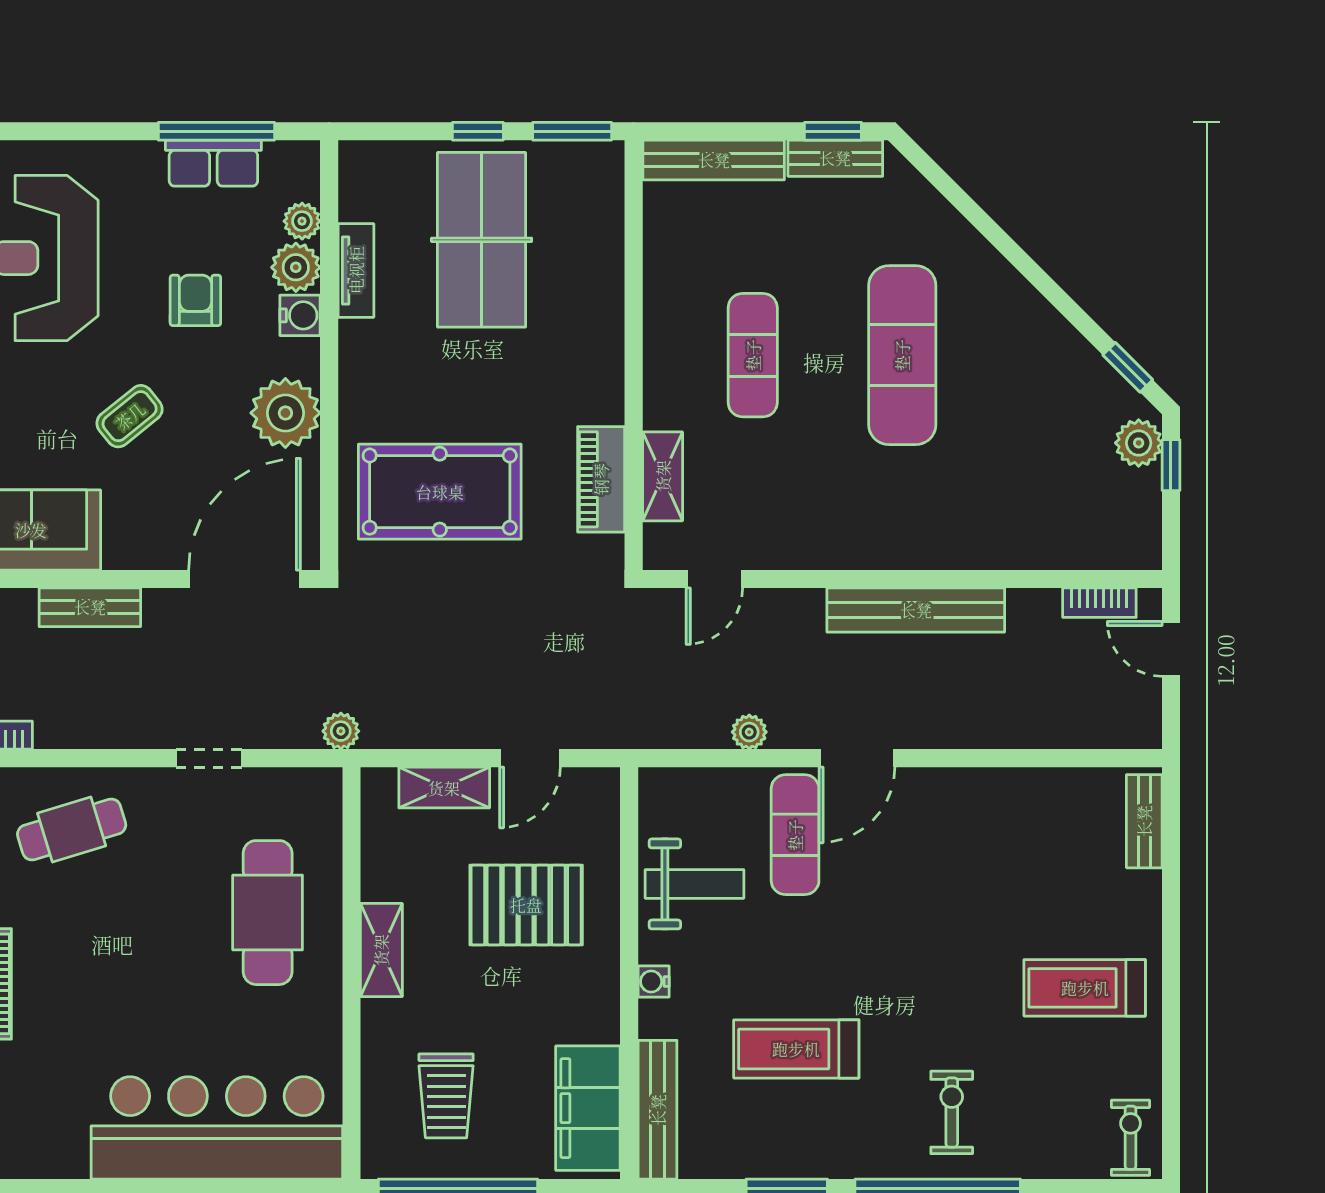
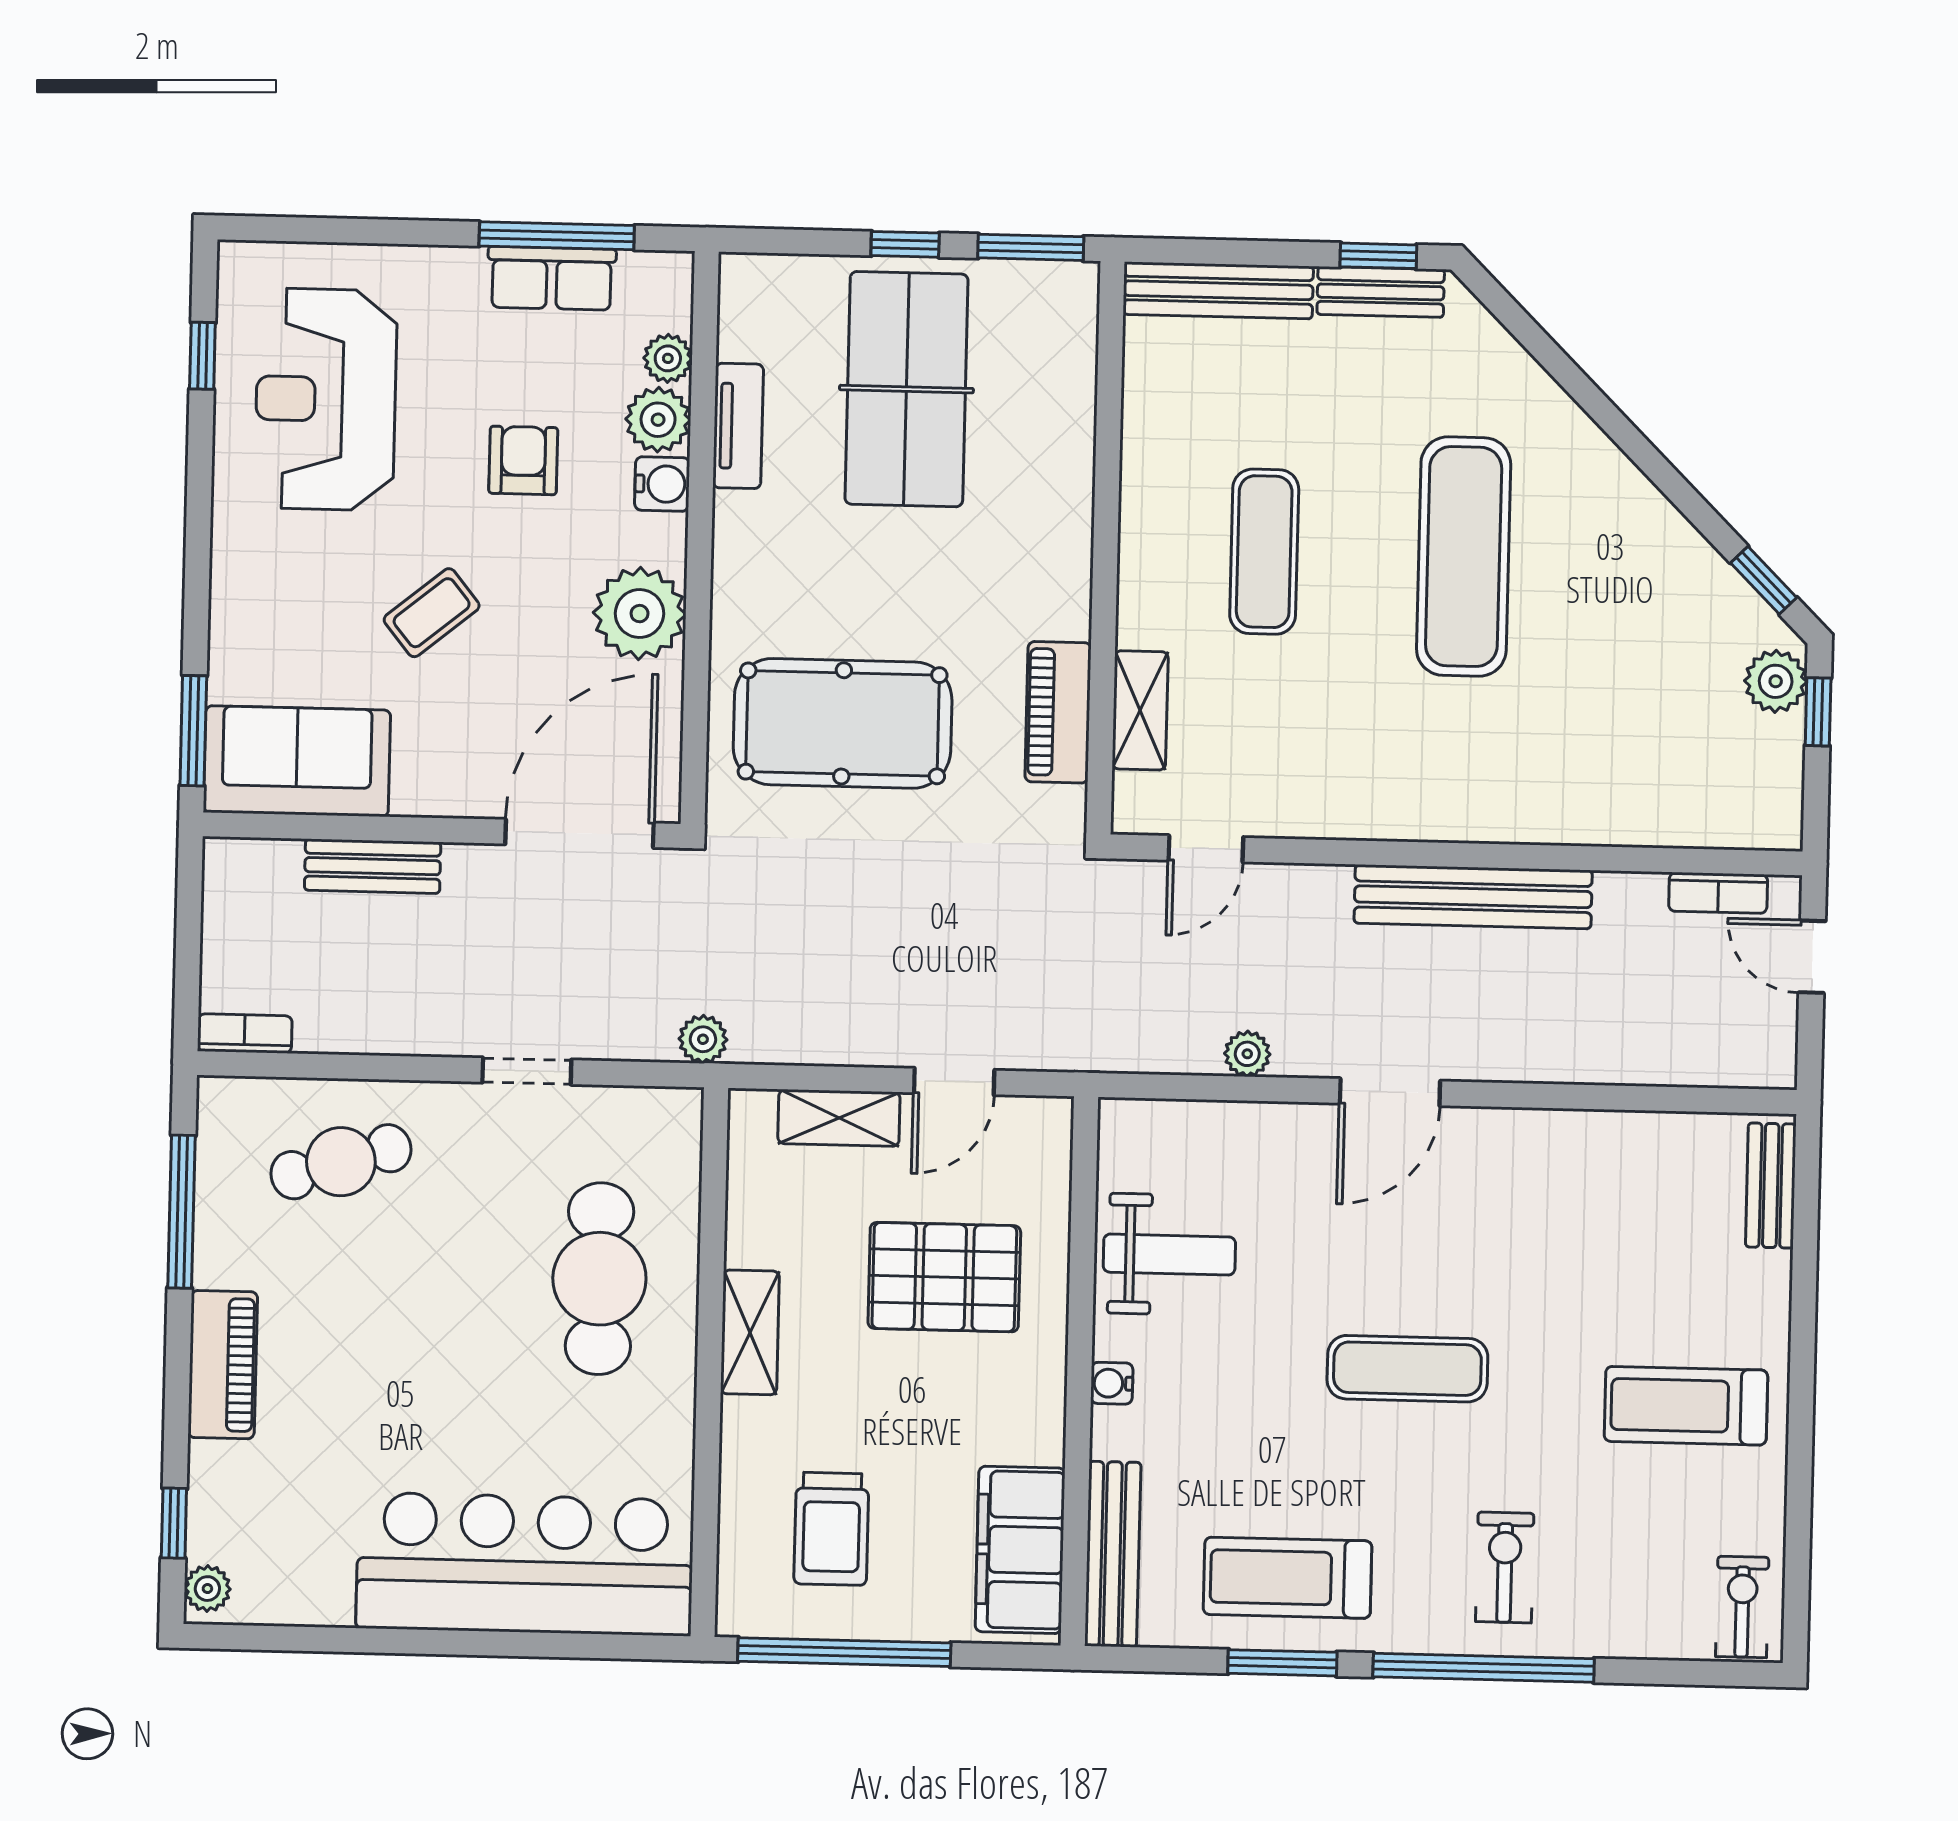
exercise mat: (795, 835) -> (1407, 1369), moved, turned 90
treadmill: (796, 1049) -> (1288, 1578), moved

